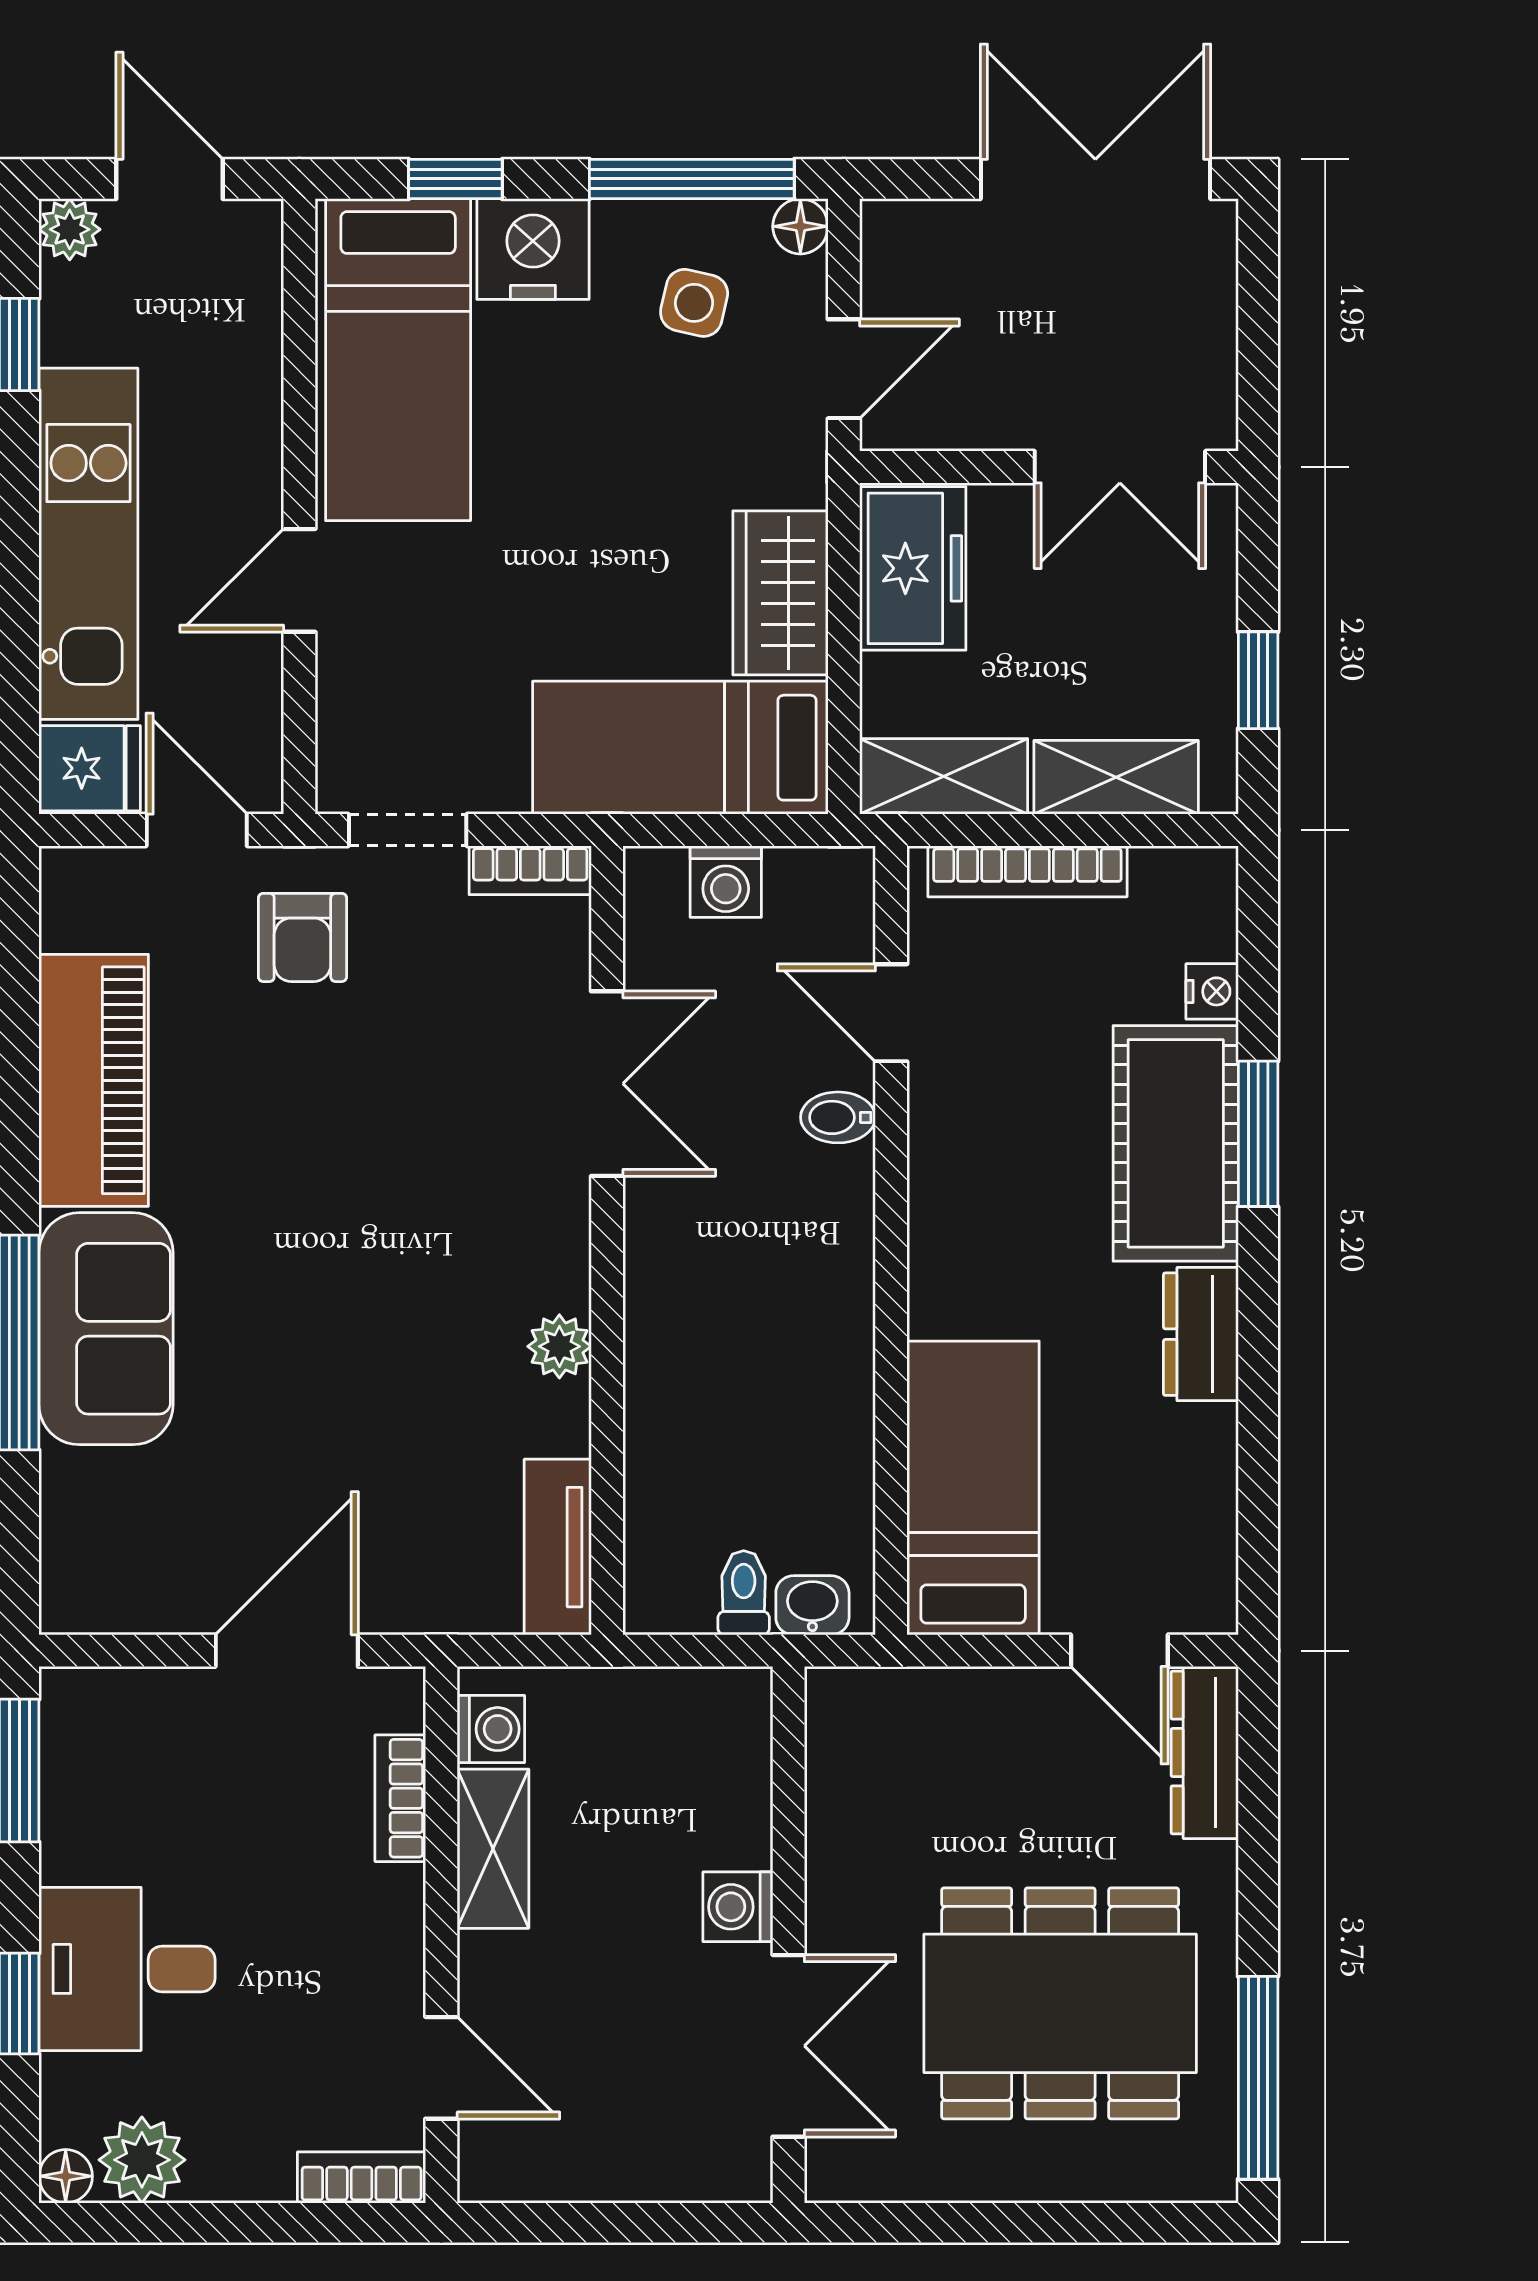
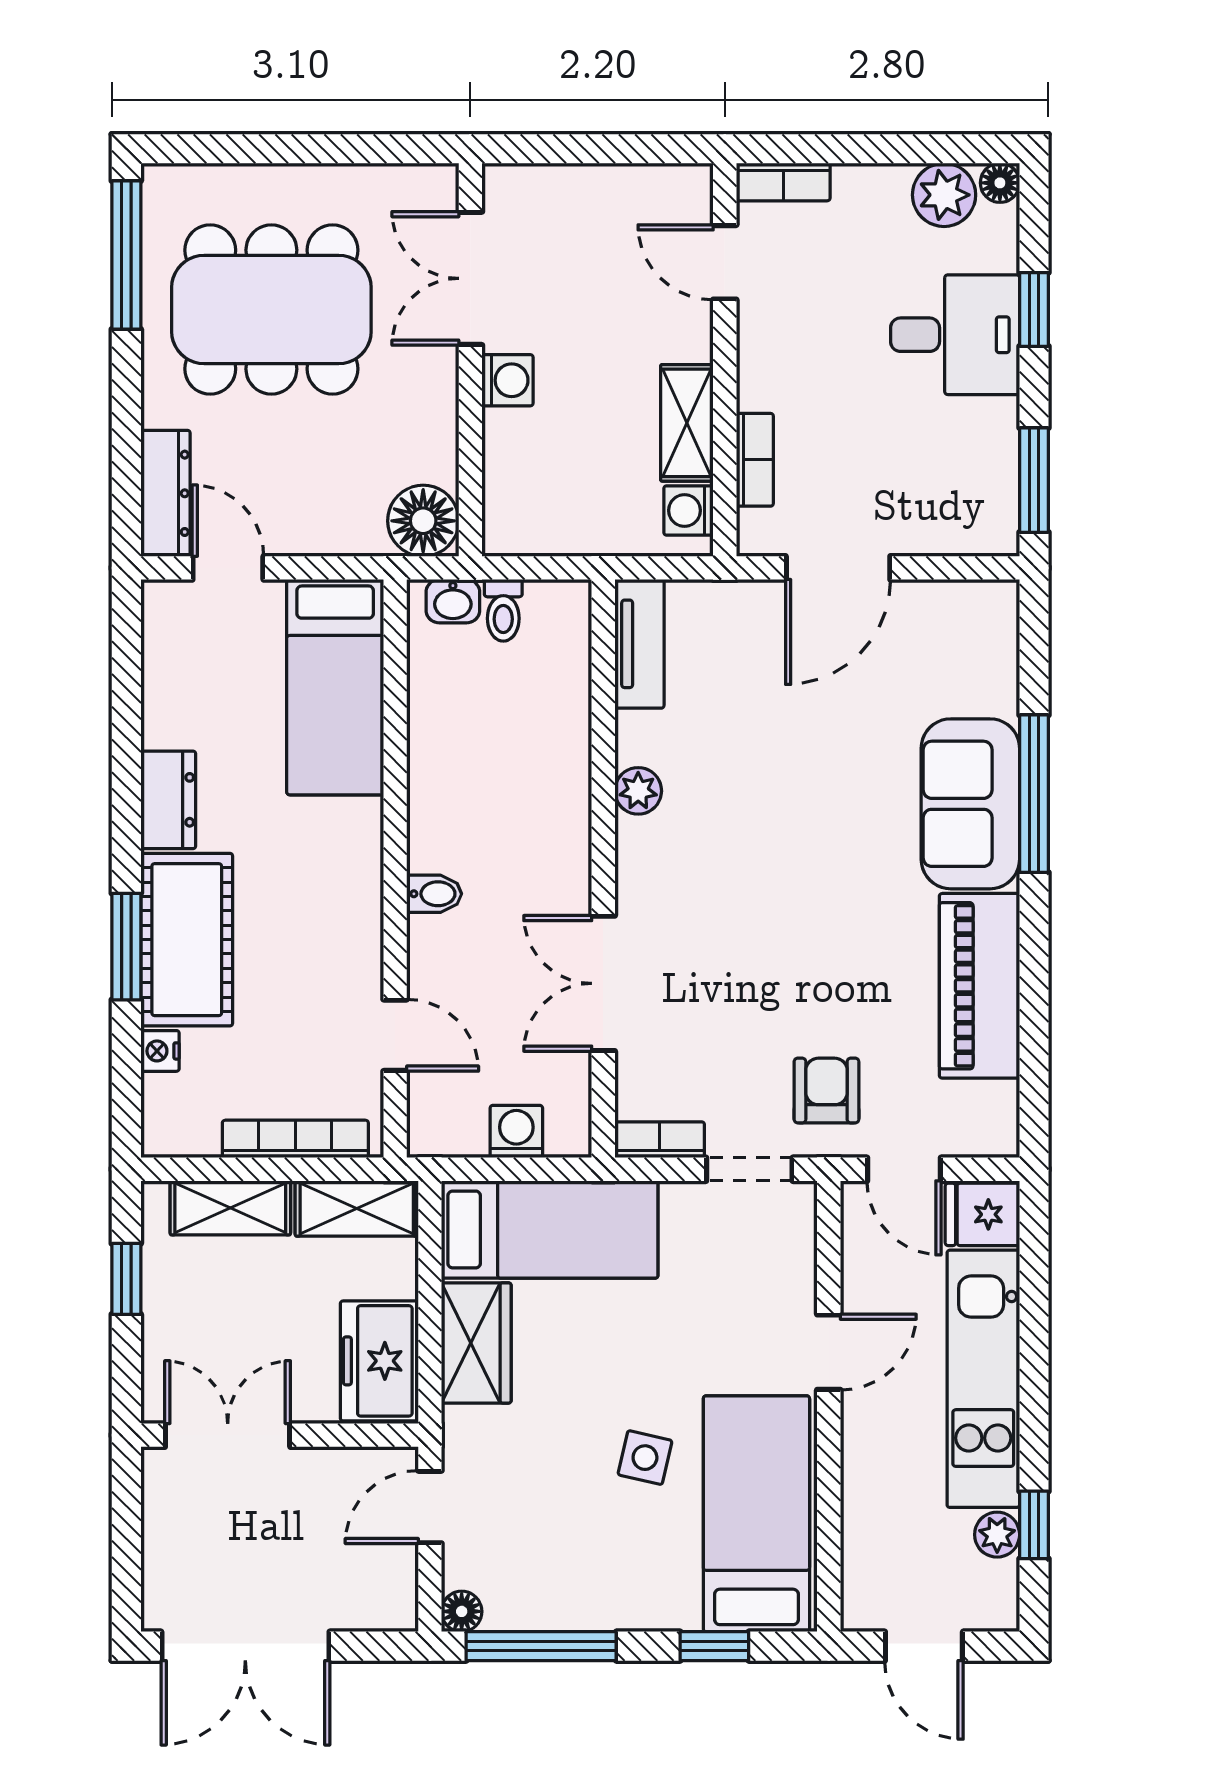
plant: (70, 229) -> (997, 1535), moved
nightstand: (533, 249) -> (658, 1595), removed
side table: (694, 303) -> (645, 1458), moved
bidet: (838, 1117) -> (434, 894), moved
floor lamp: (853, 1715) -> (423, 521), added

